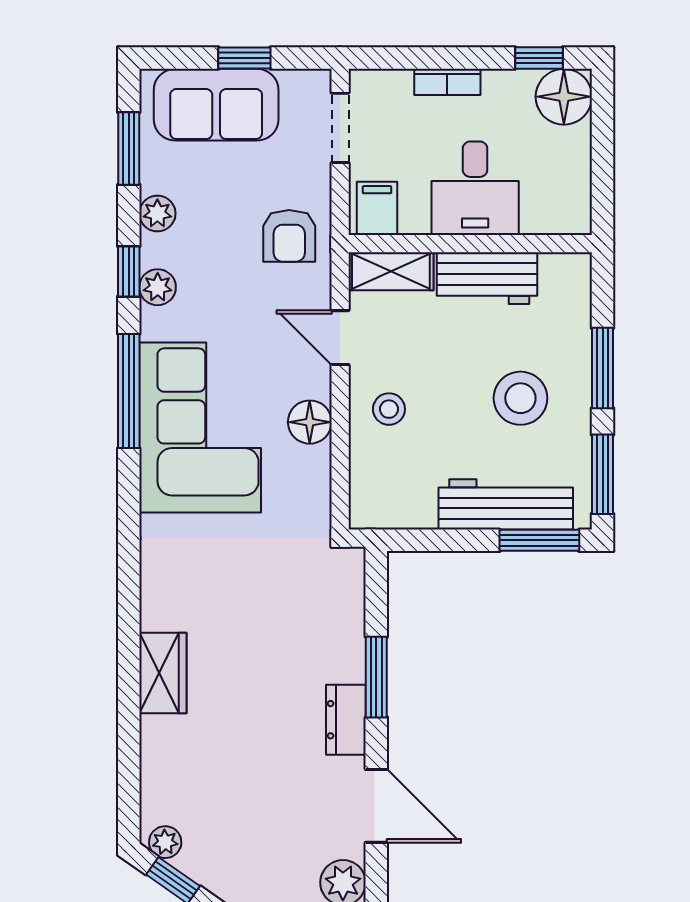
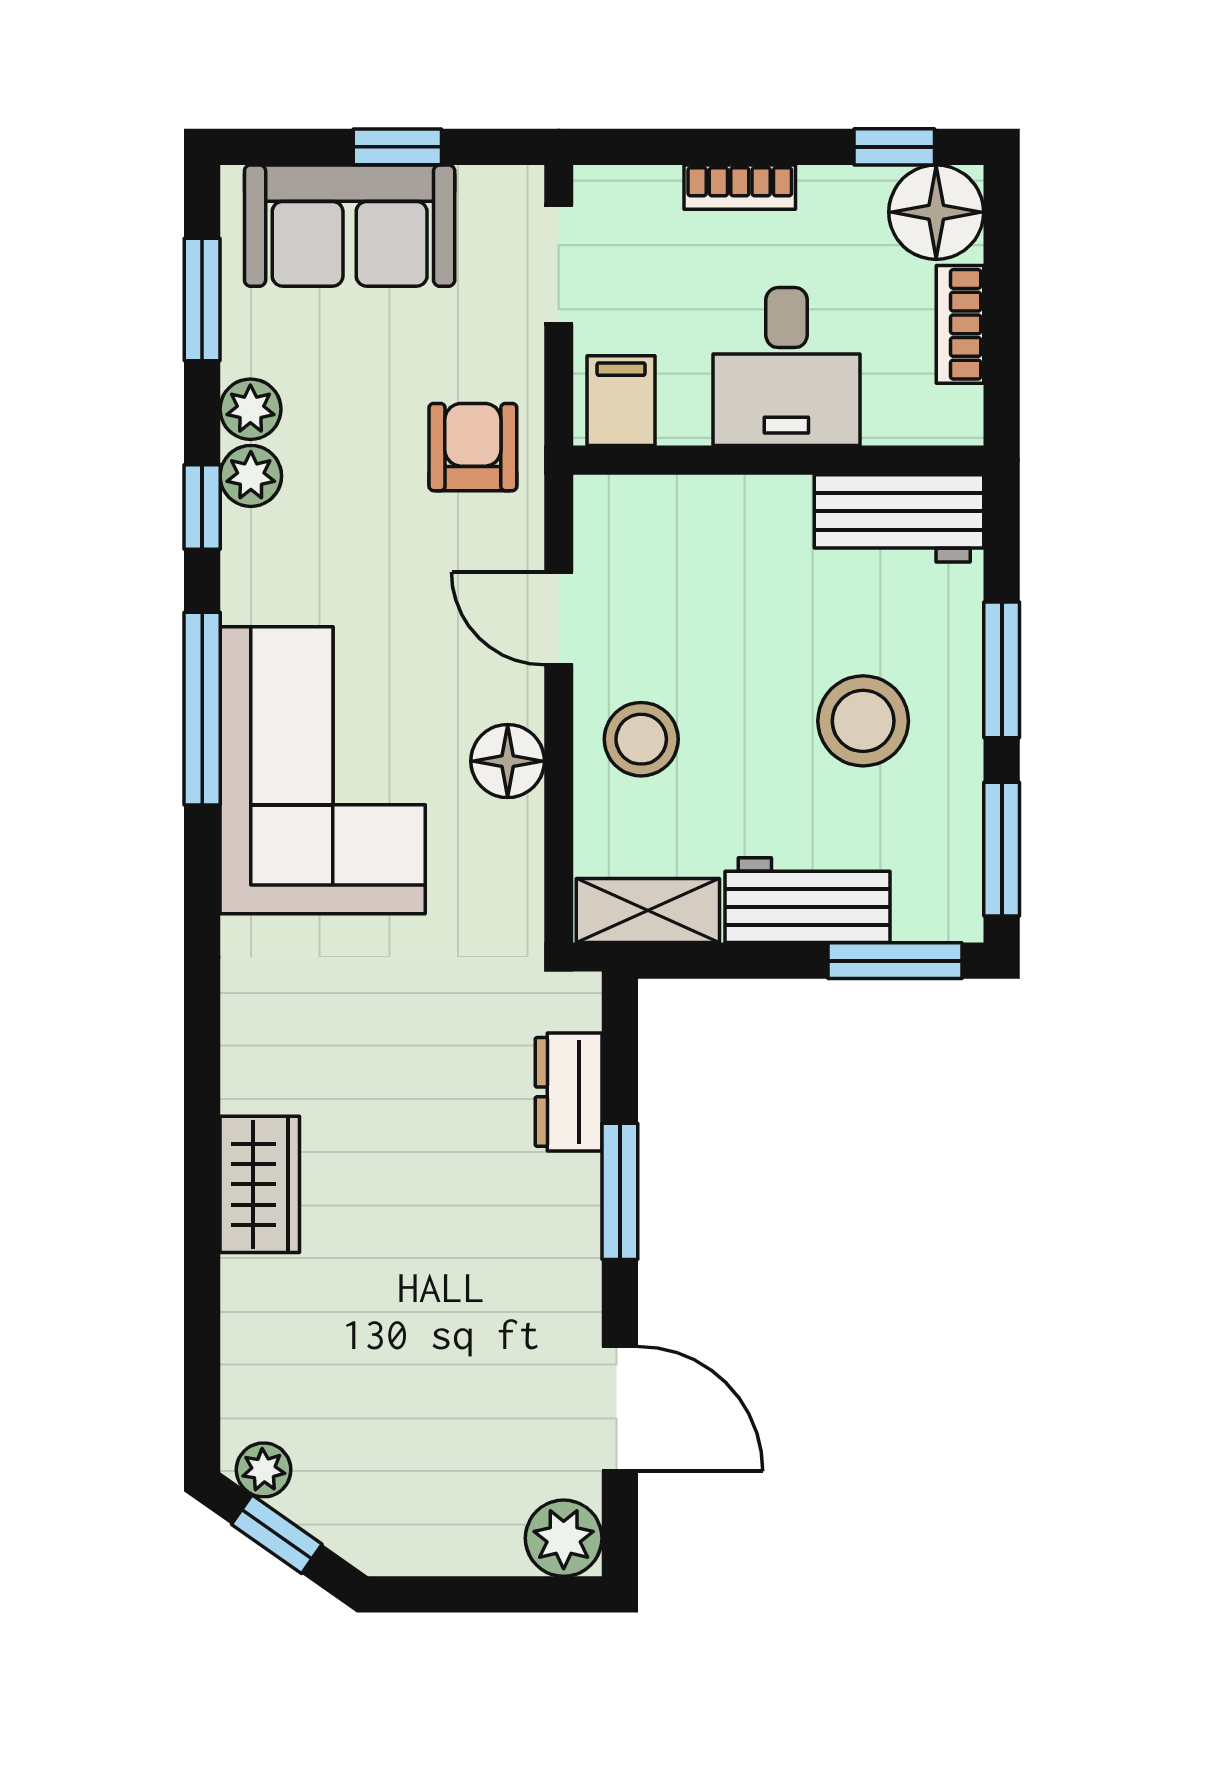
bookcase: (578, 163) -> (960, 324), added
armchair: (289, 236) -> (473, 447), turned 180
shelving: (391, 271) -> (648, 910), moved
workbench: (487, 278) -> (899, 518), moved
plant: (158, 287) -> (251, 476), moved
stool: (389, 409) -> (641, 739), width x1.37, depth x1.37
workbench: (506, 504) -> (808, 900), width x0.73
dresser: (346, 720) -> (569, 1092), moved

